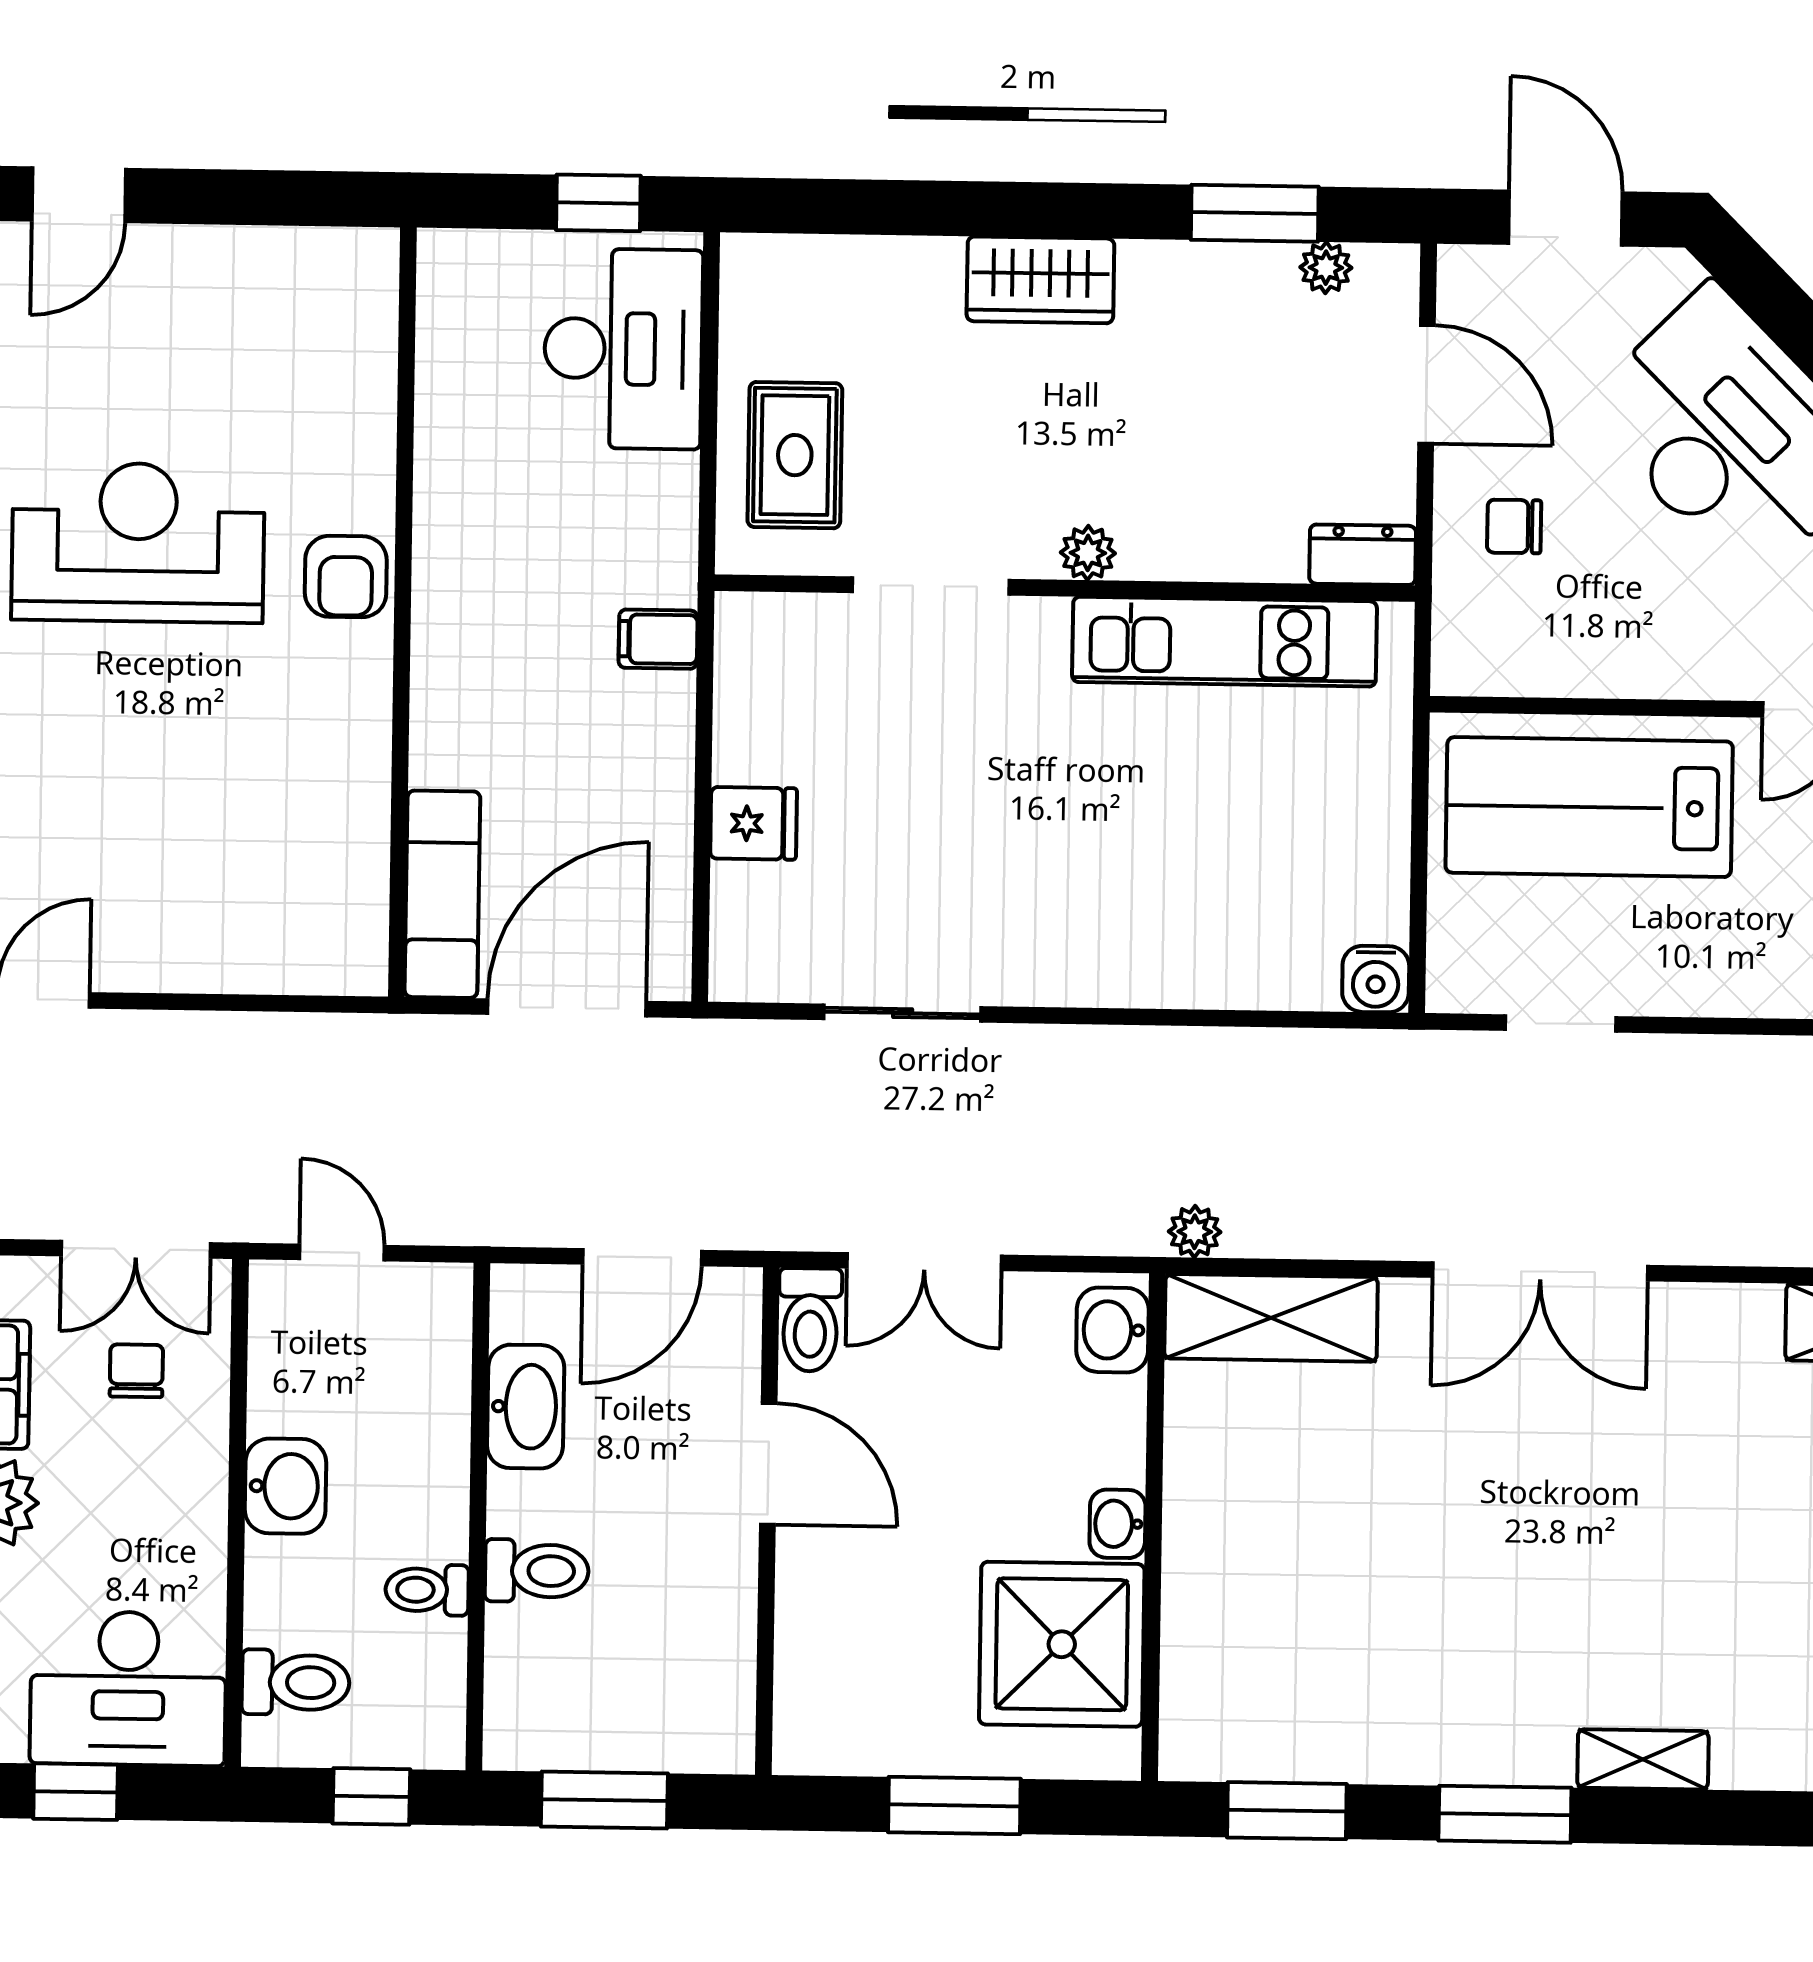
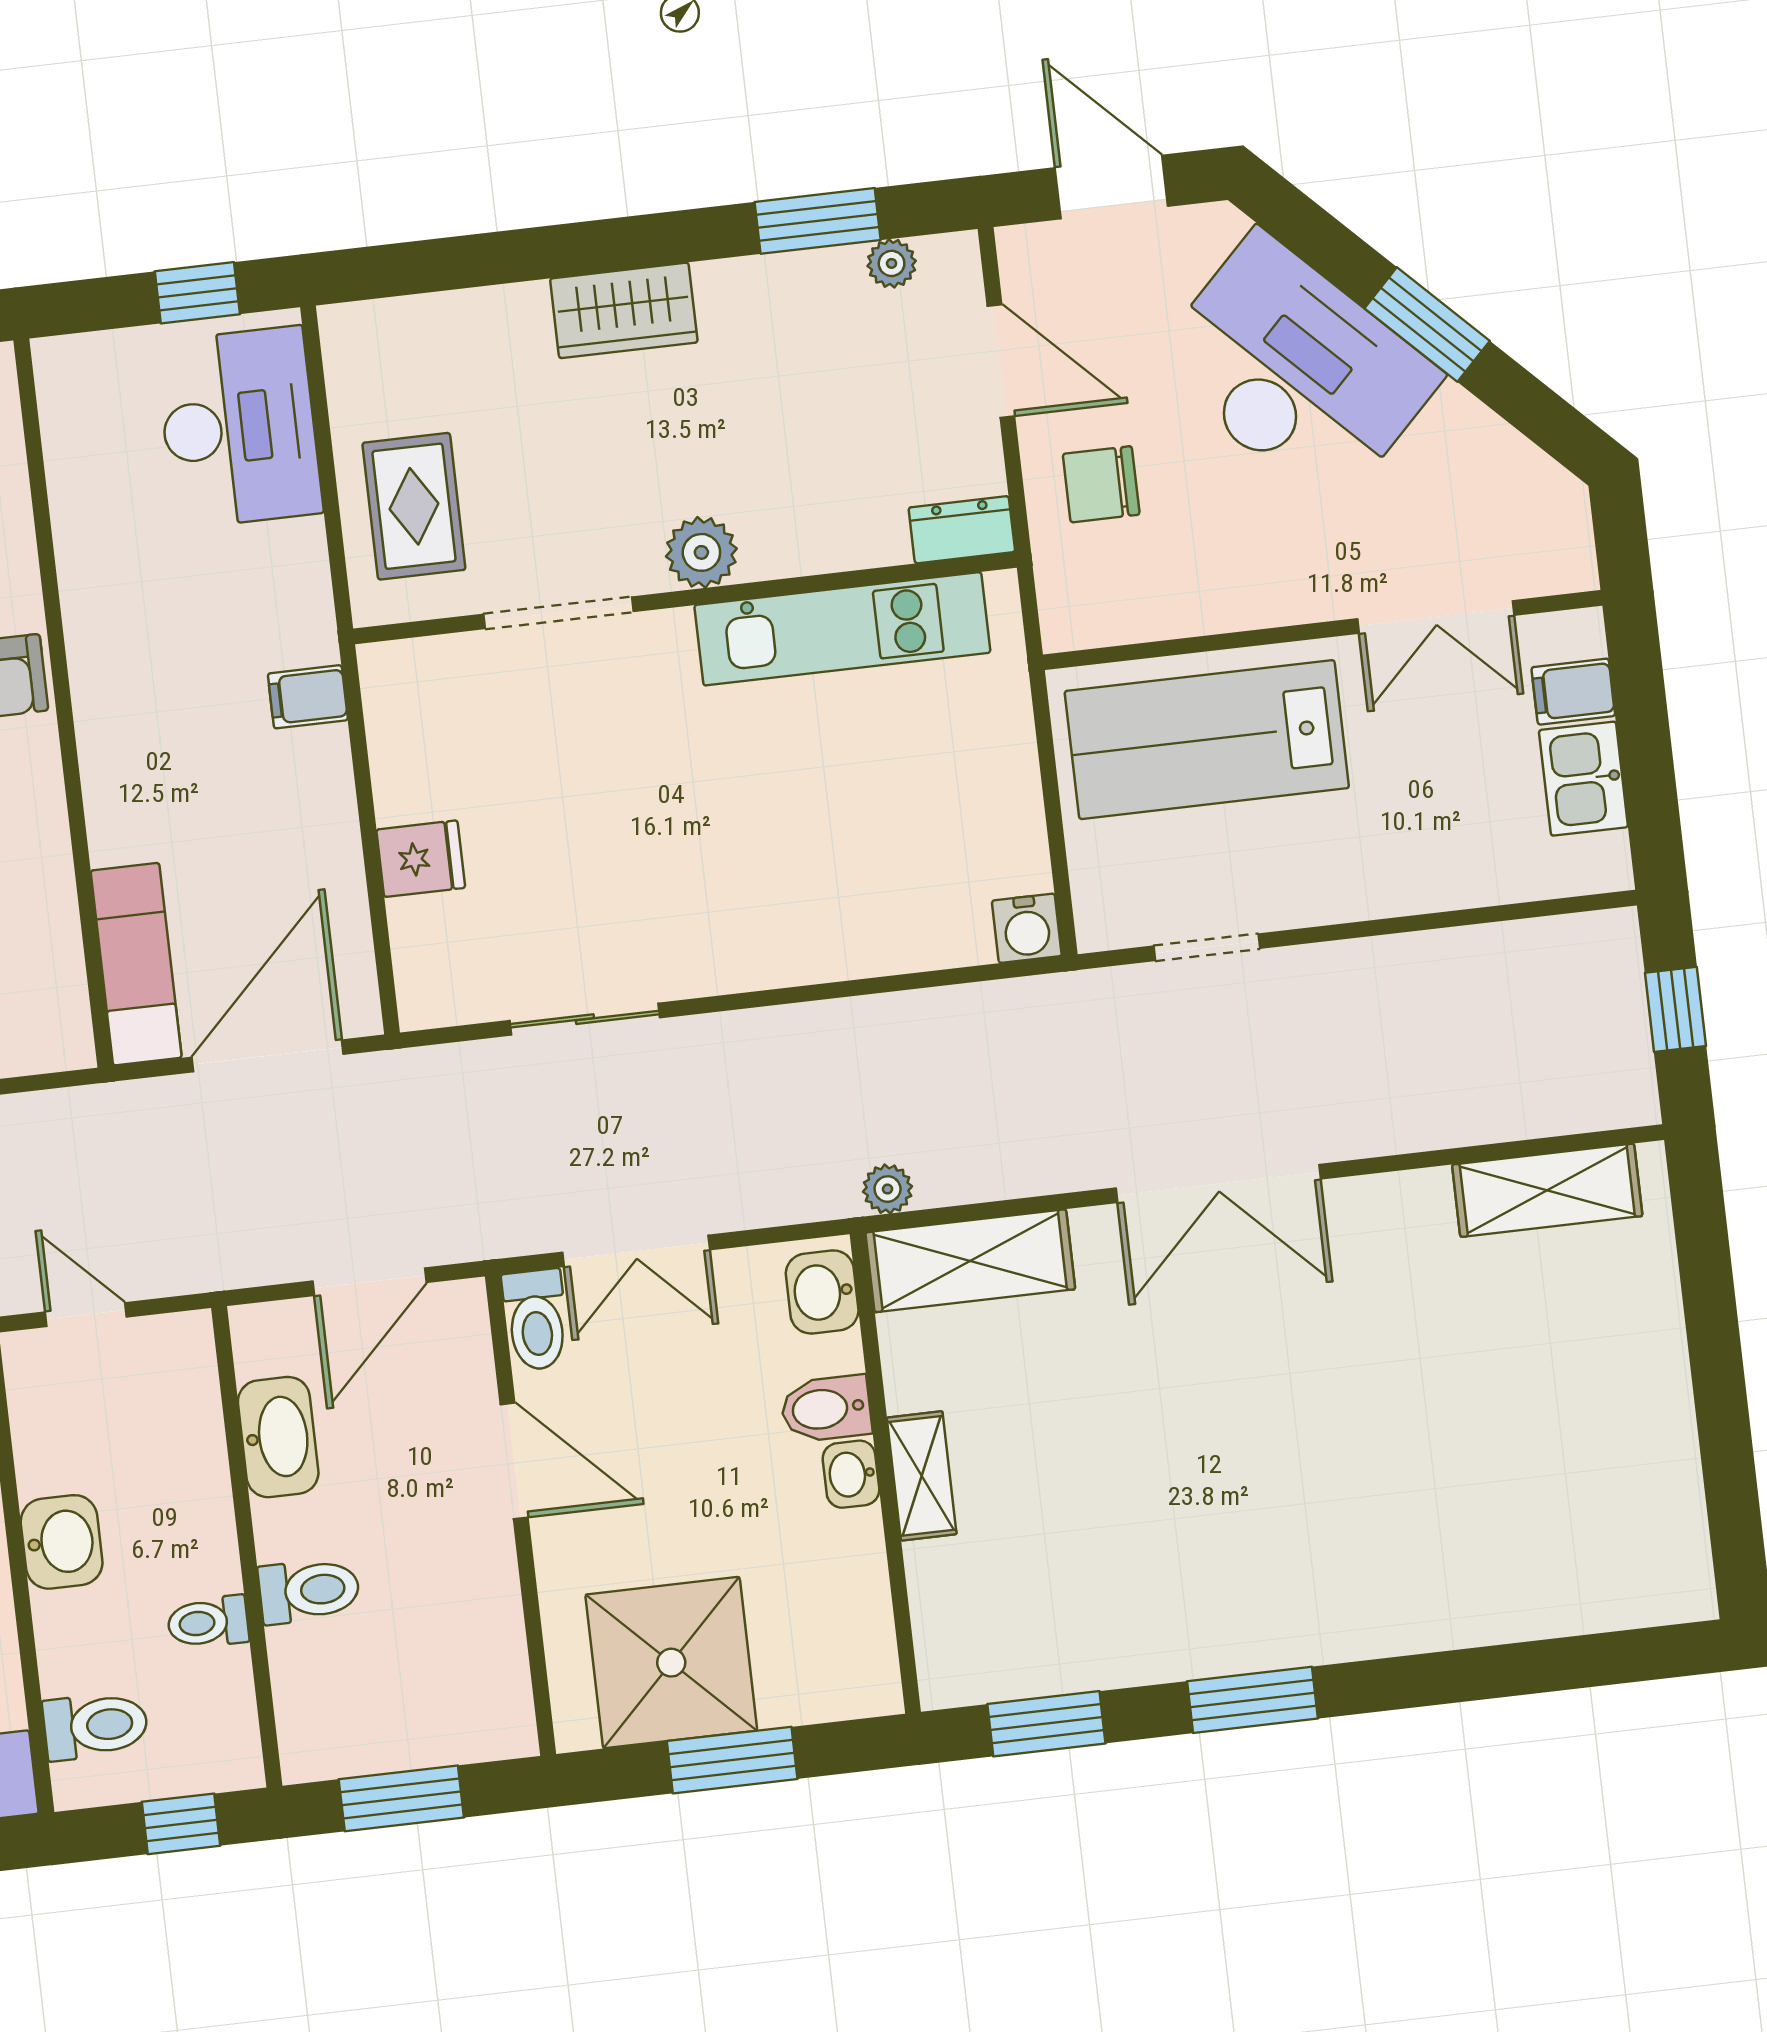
chair: (1514, 526) -> (1101, 484), width x1.37, depth x1.37
plant: (1088, 553) -> (701, 552), width x1.38, depth x1.38
bidet: (1100, 1452) -> (826, 1409), added
shower: (1062, 1644) -> (671, 1663), moved
shelving: (1643, 1759) -> (922, 1476), moved, turned 90

